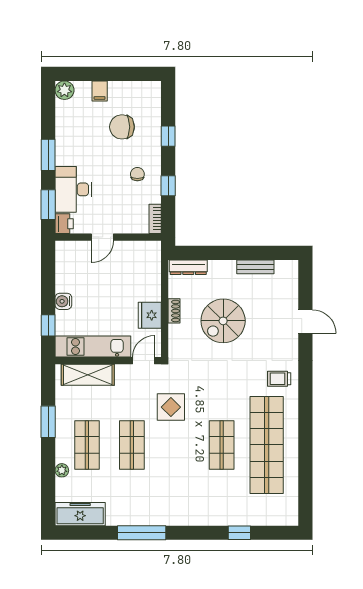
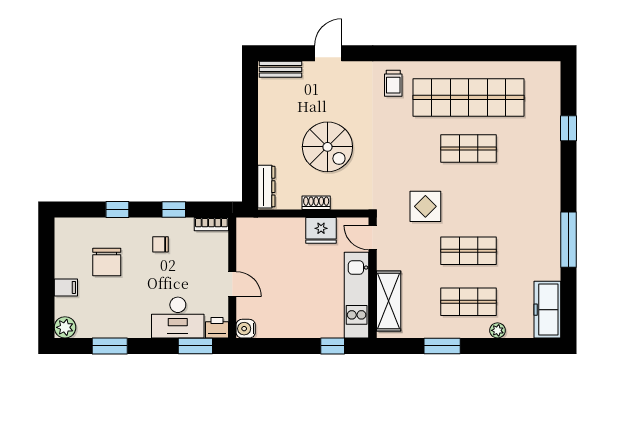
window: (48, 155) -> (110, 346), moved
bench: (255, 267) -> (281, 69), moved, turned 90
water cooler: (63, 301) -> (246, 329), moved, turned 90

